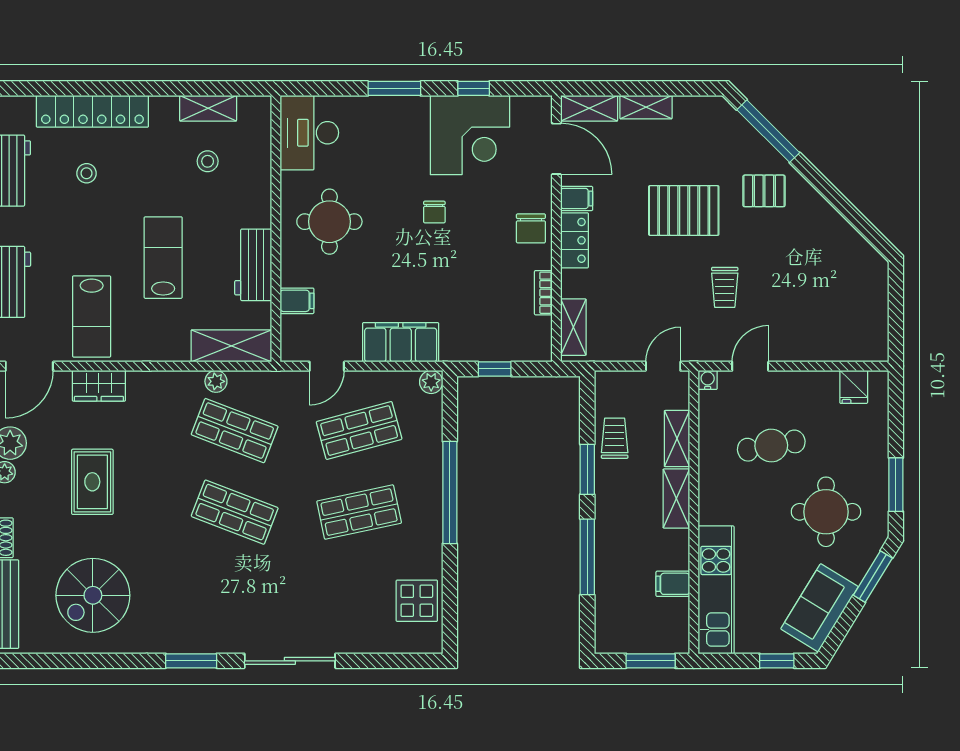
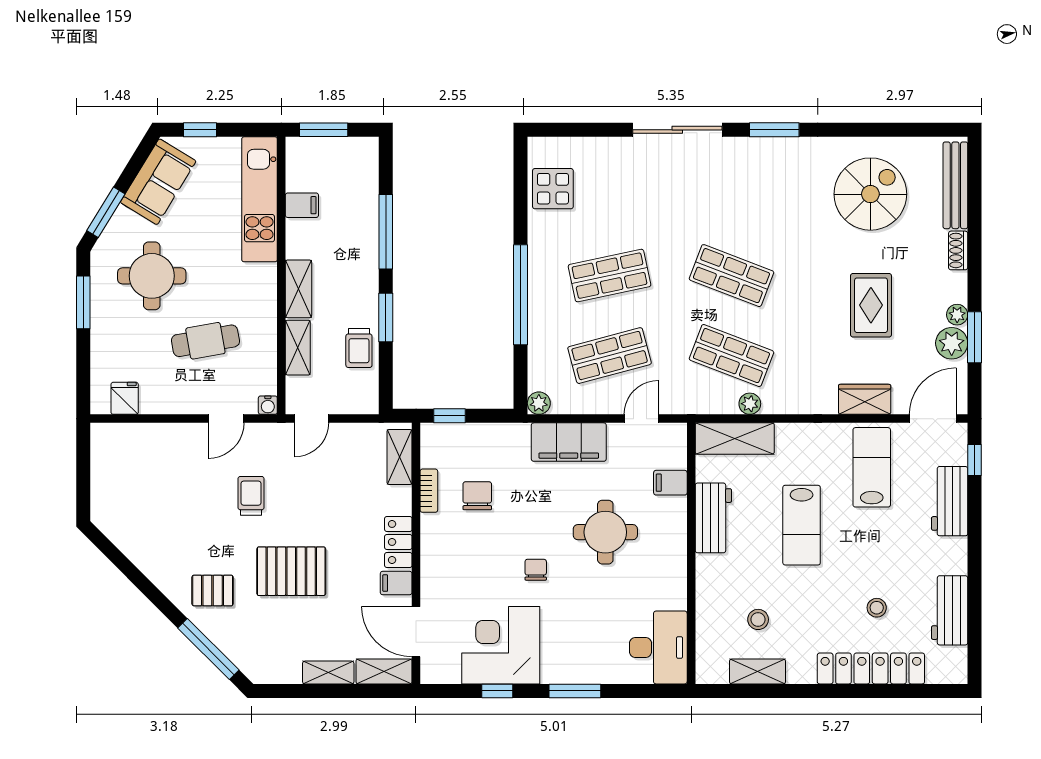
round table: (329, 222) -> (605, 532), moved
chair: (531, 228) -> (477, 496), moved
window: (495, 369) -> (450, 416), moved

